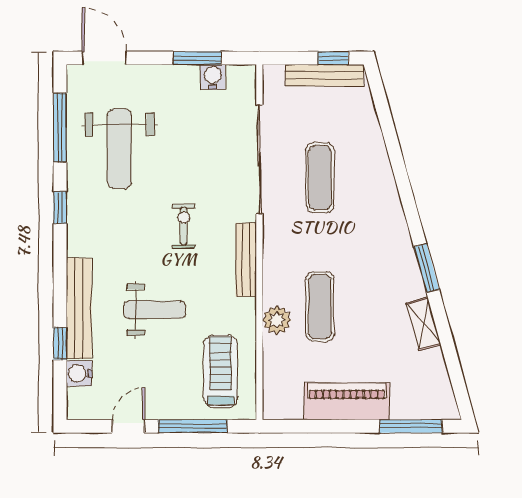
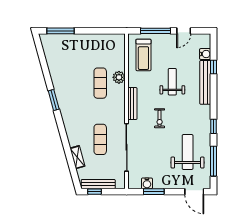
weight bench: (155, 310) -> (172, 82), turned 90
shelving: (424, 324) -> (77, 157), moved
piano: (347, 401) -> (88, 42), removed

